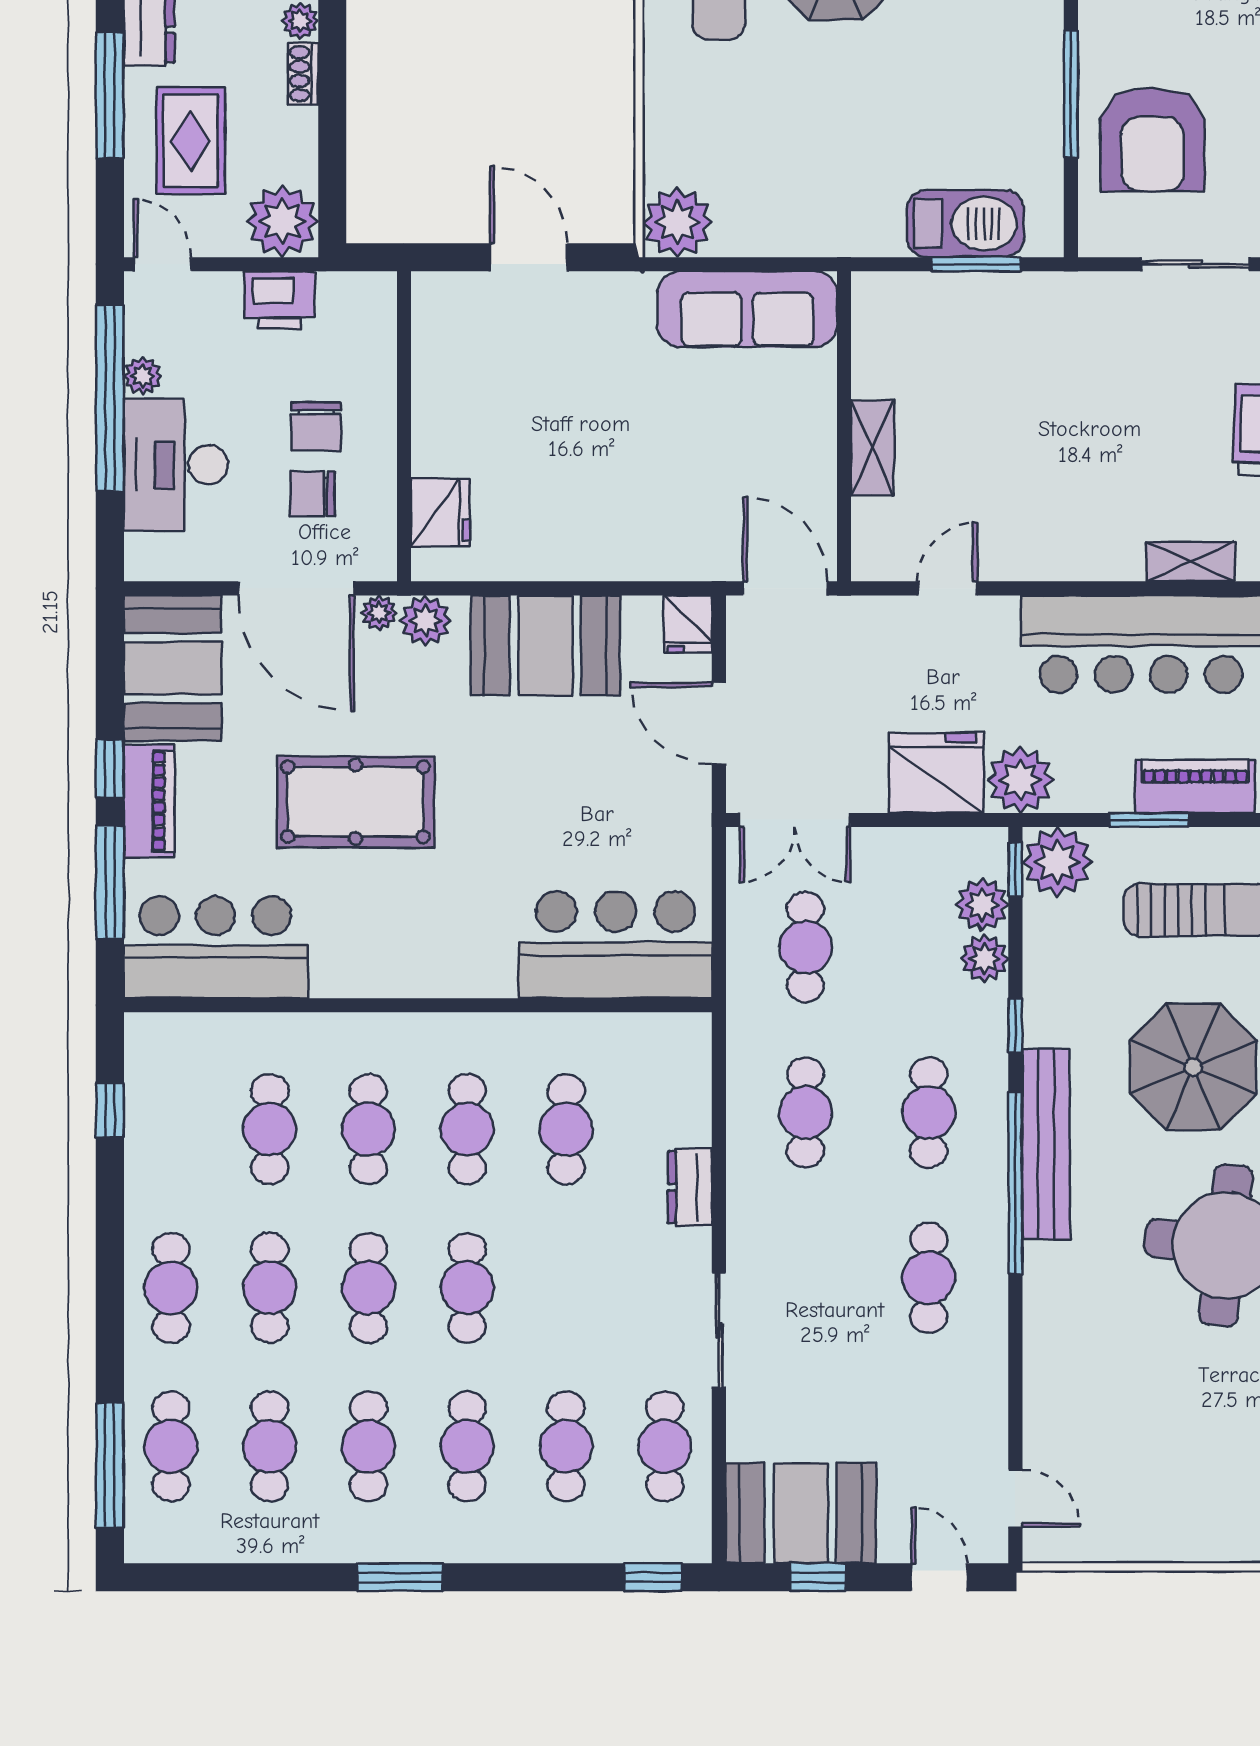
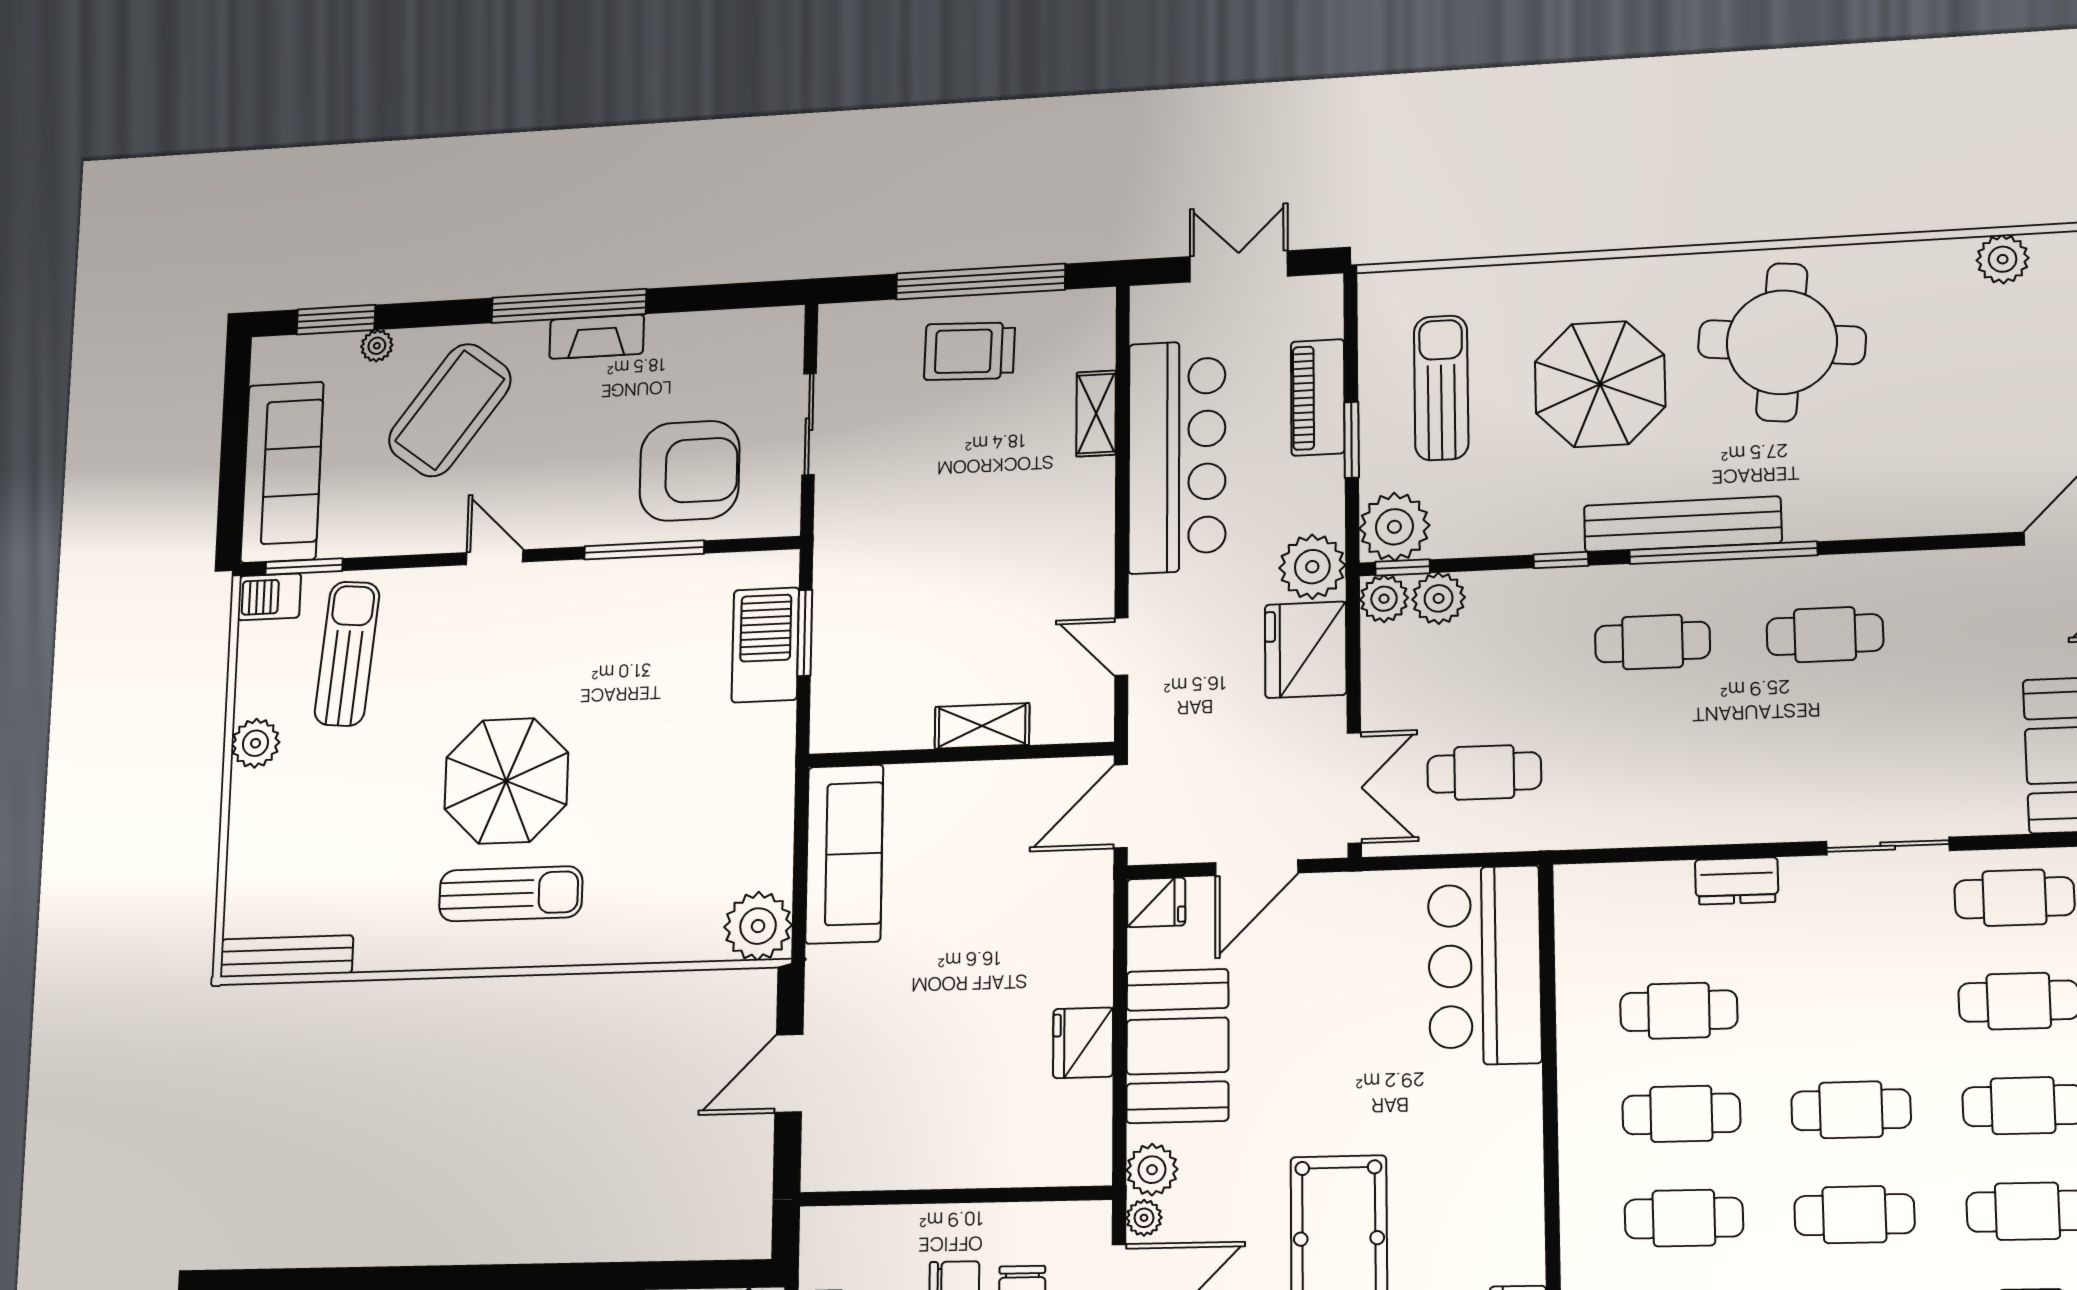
fridge: (440, 512) -> (1083, 1043), moved, turned -90
plant: (984, 959) -> (1384, 599), moved
cafe table: (805, 1112) -> (1655, 766), removed

